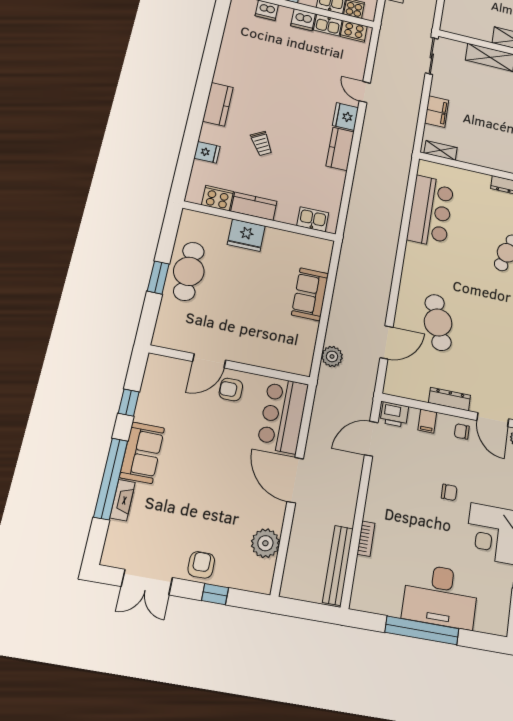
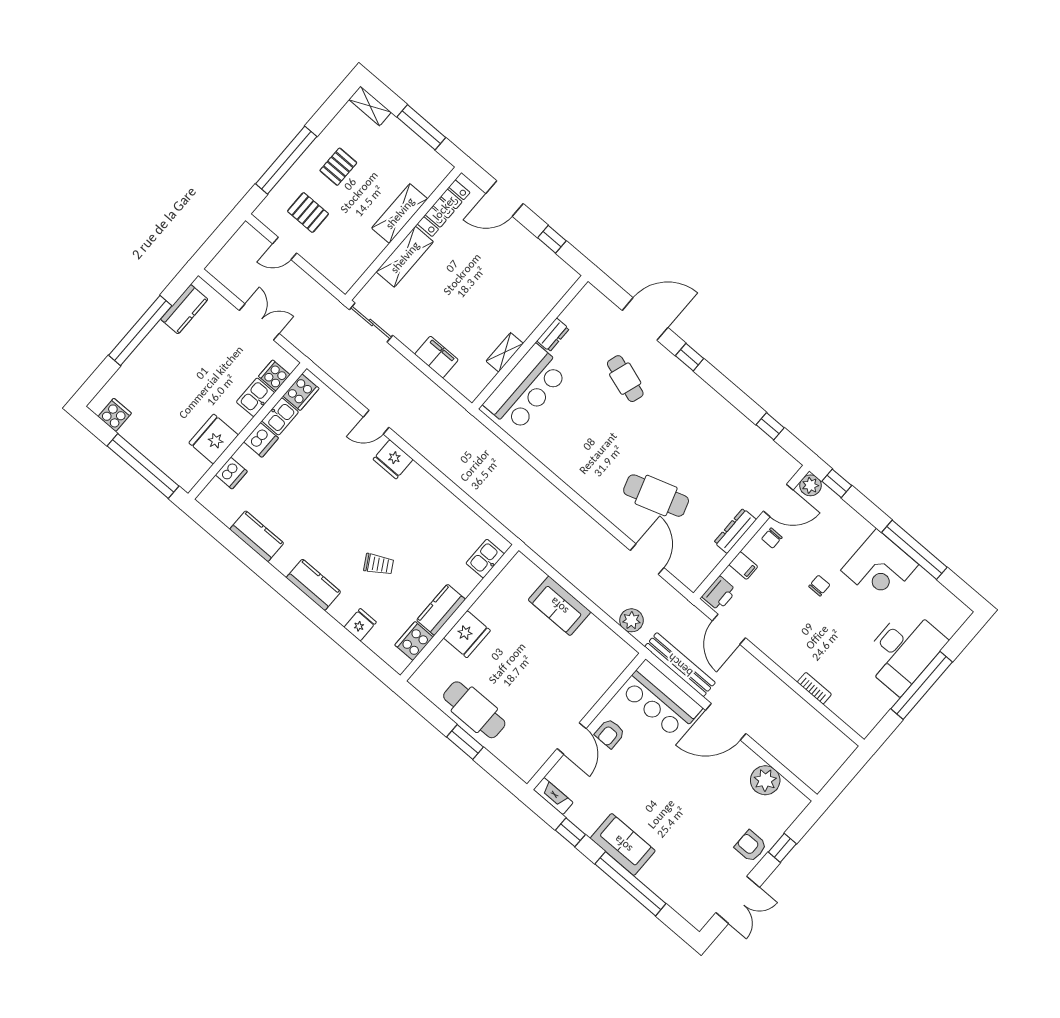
kitchen counter: (340, 149) -> (257, 536), moved, turned 180
shelving: (441, 150) -> (505, 352), moved
bar counter: (430, 211) -> (526, 388), moved, turned 90
fireplace: (123, 500) -> (553, 796), moved
bench: (338, 565) -> (680, 665), moved

